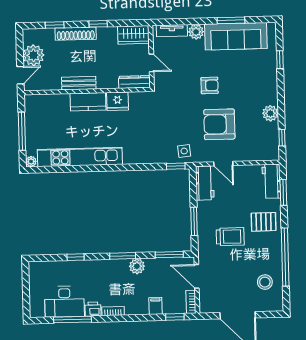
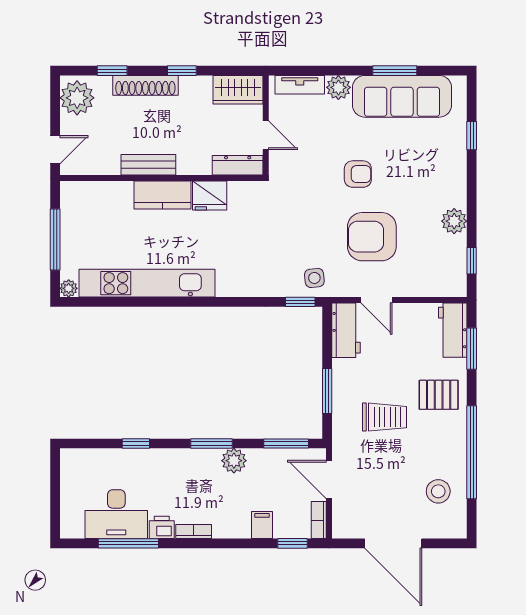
plant: (34, 55) -> (77, 98), moved

